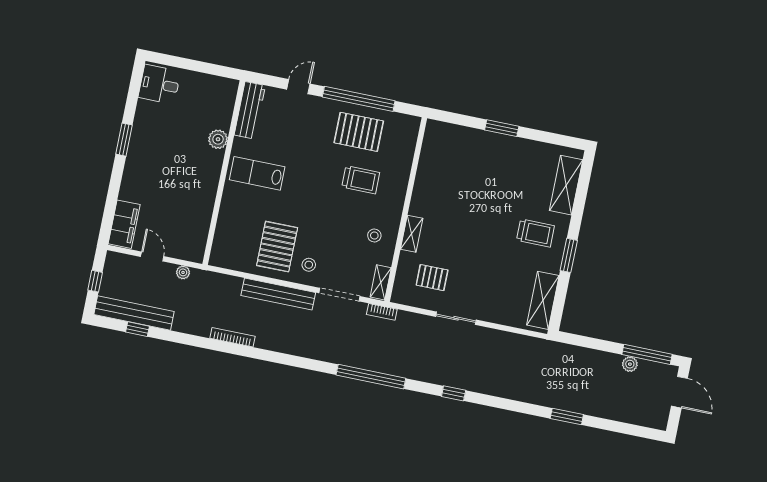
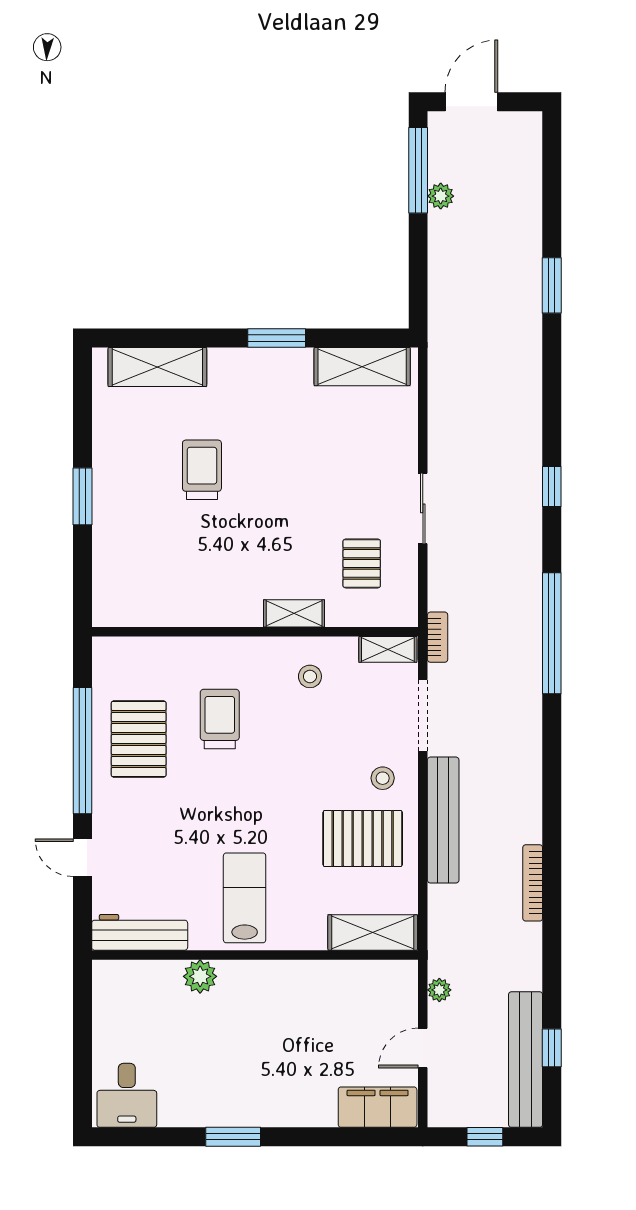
lab bench: (257, 173) -> (245, 898), turned 180
trolley: (535, 233) -> (202, 470), moved
shelving: (223, 242) -> (373, 932), added

